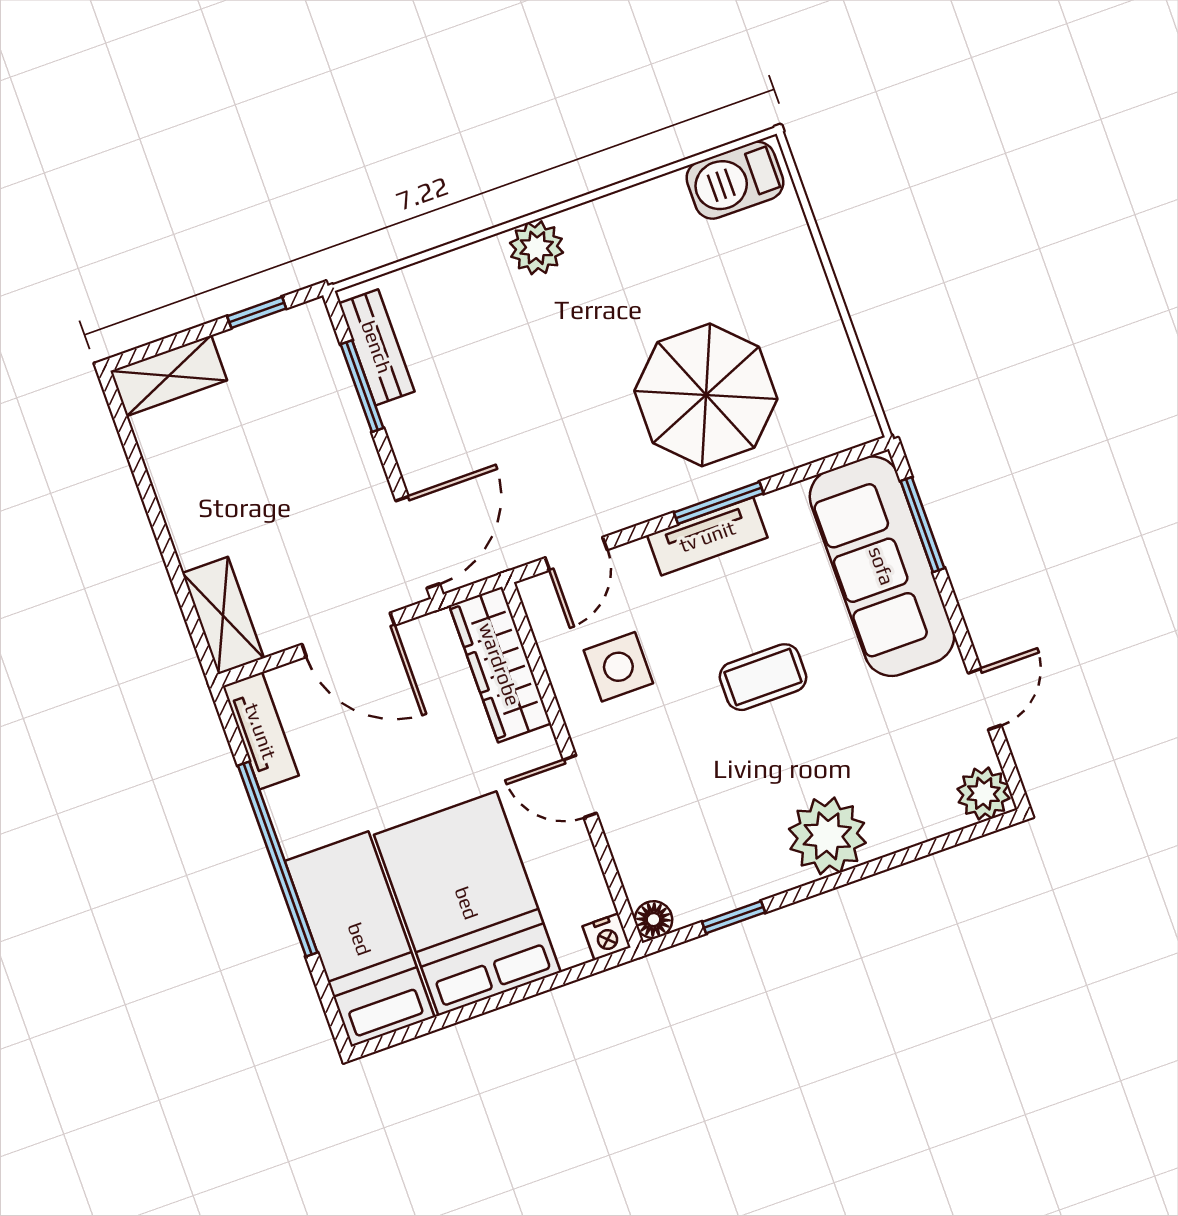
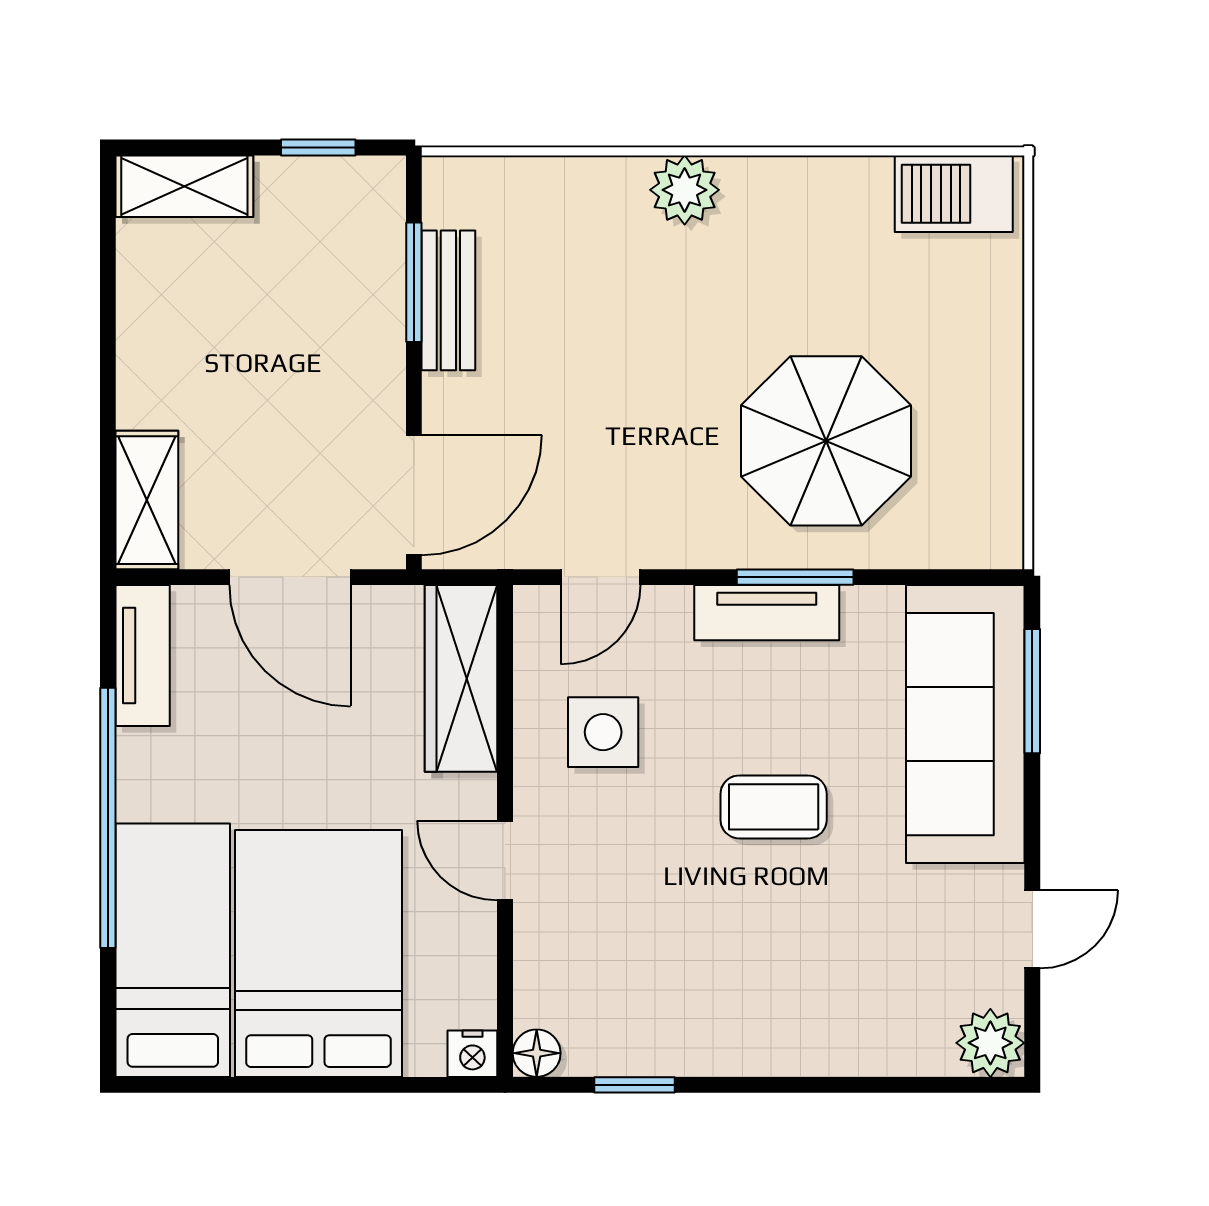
bench: (377, 347) -> (448, 300), moved
plant: (827, 836) -> (783, 1027), removed

